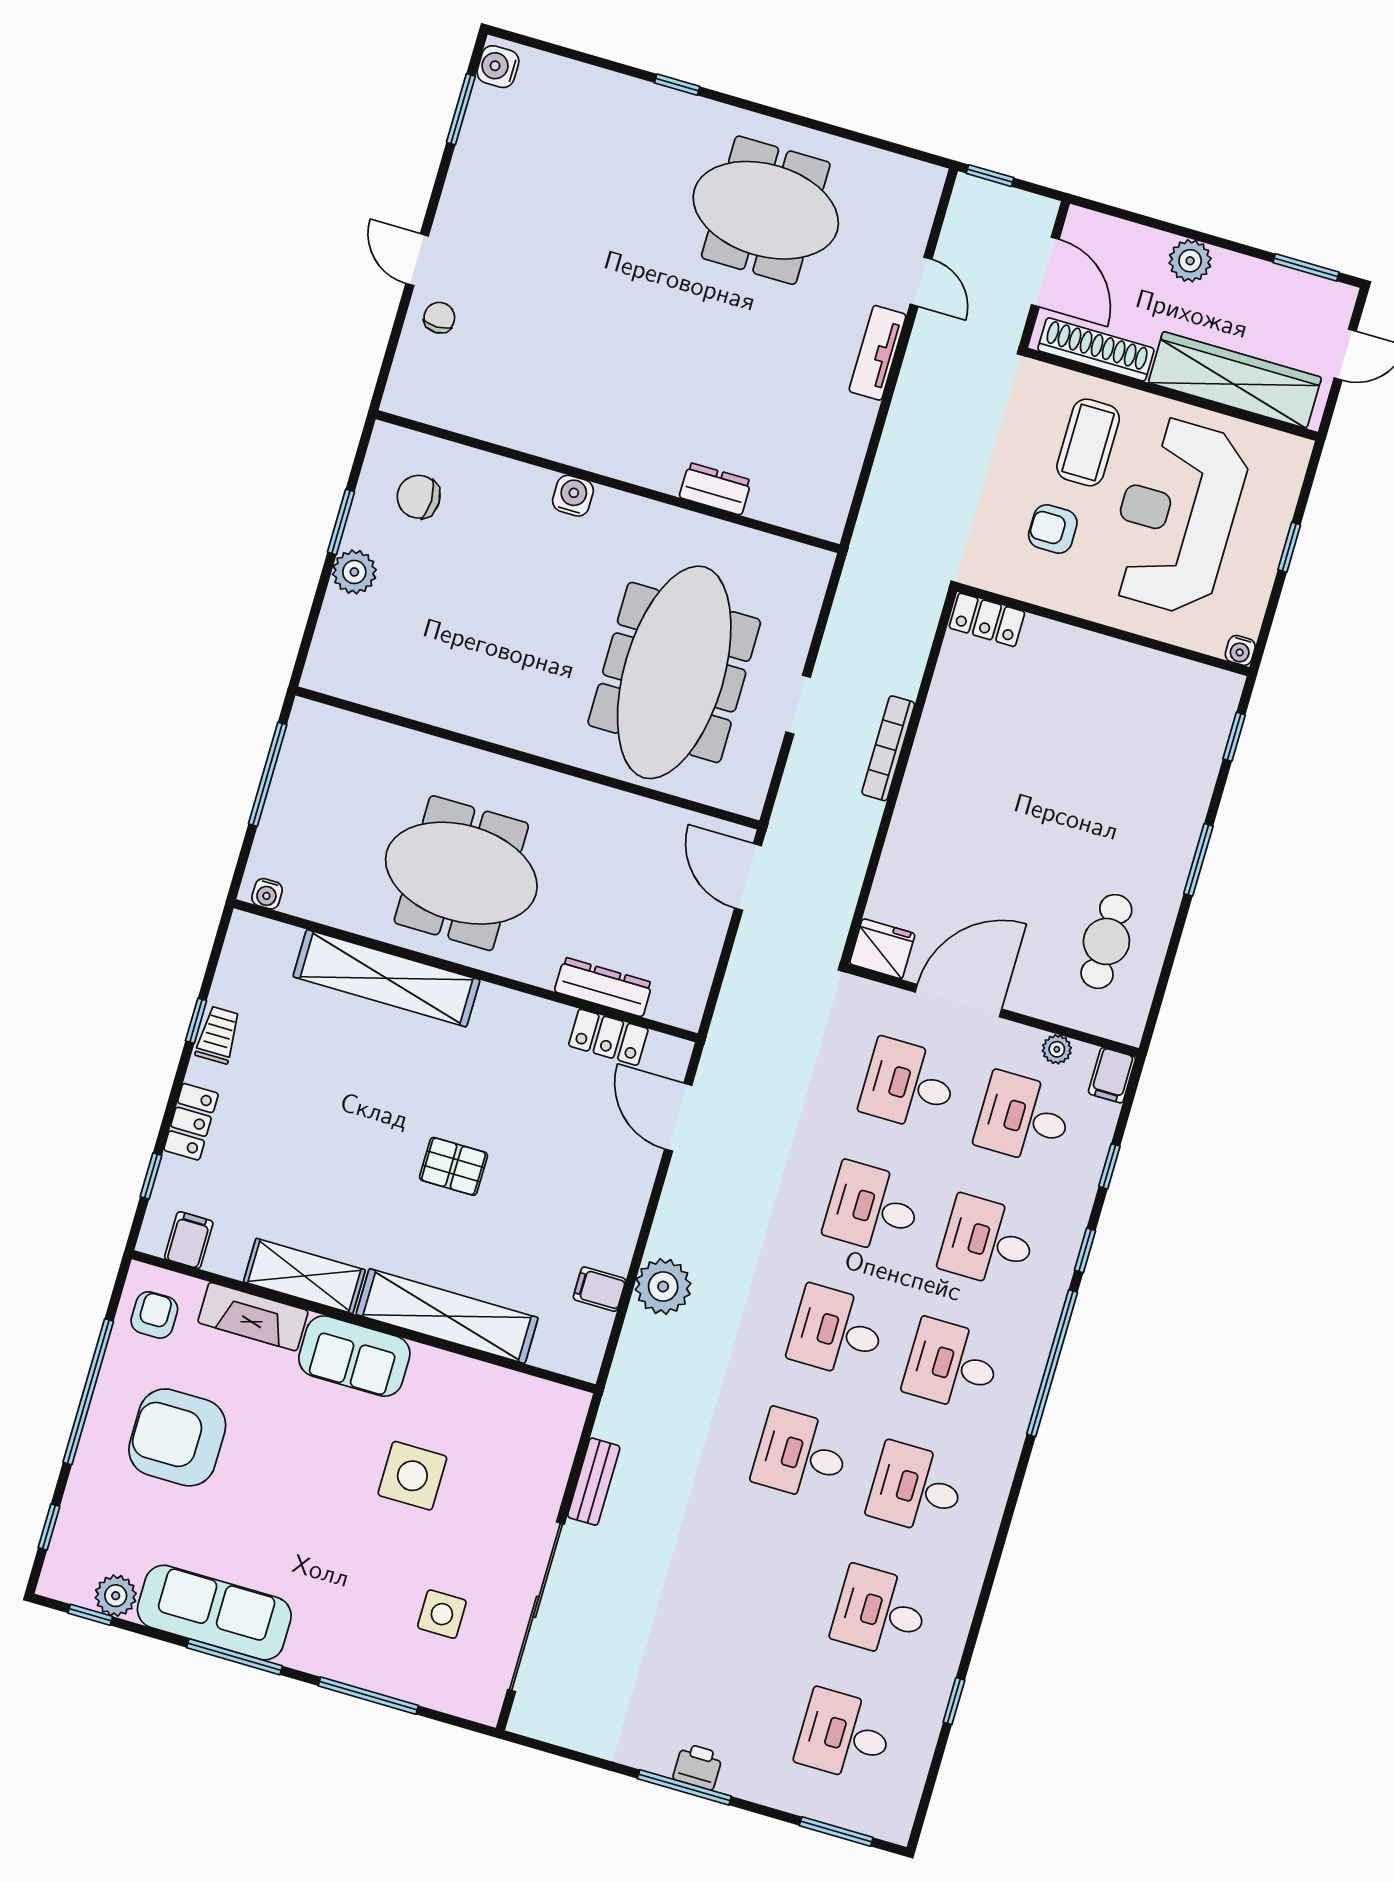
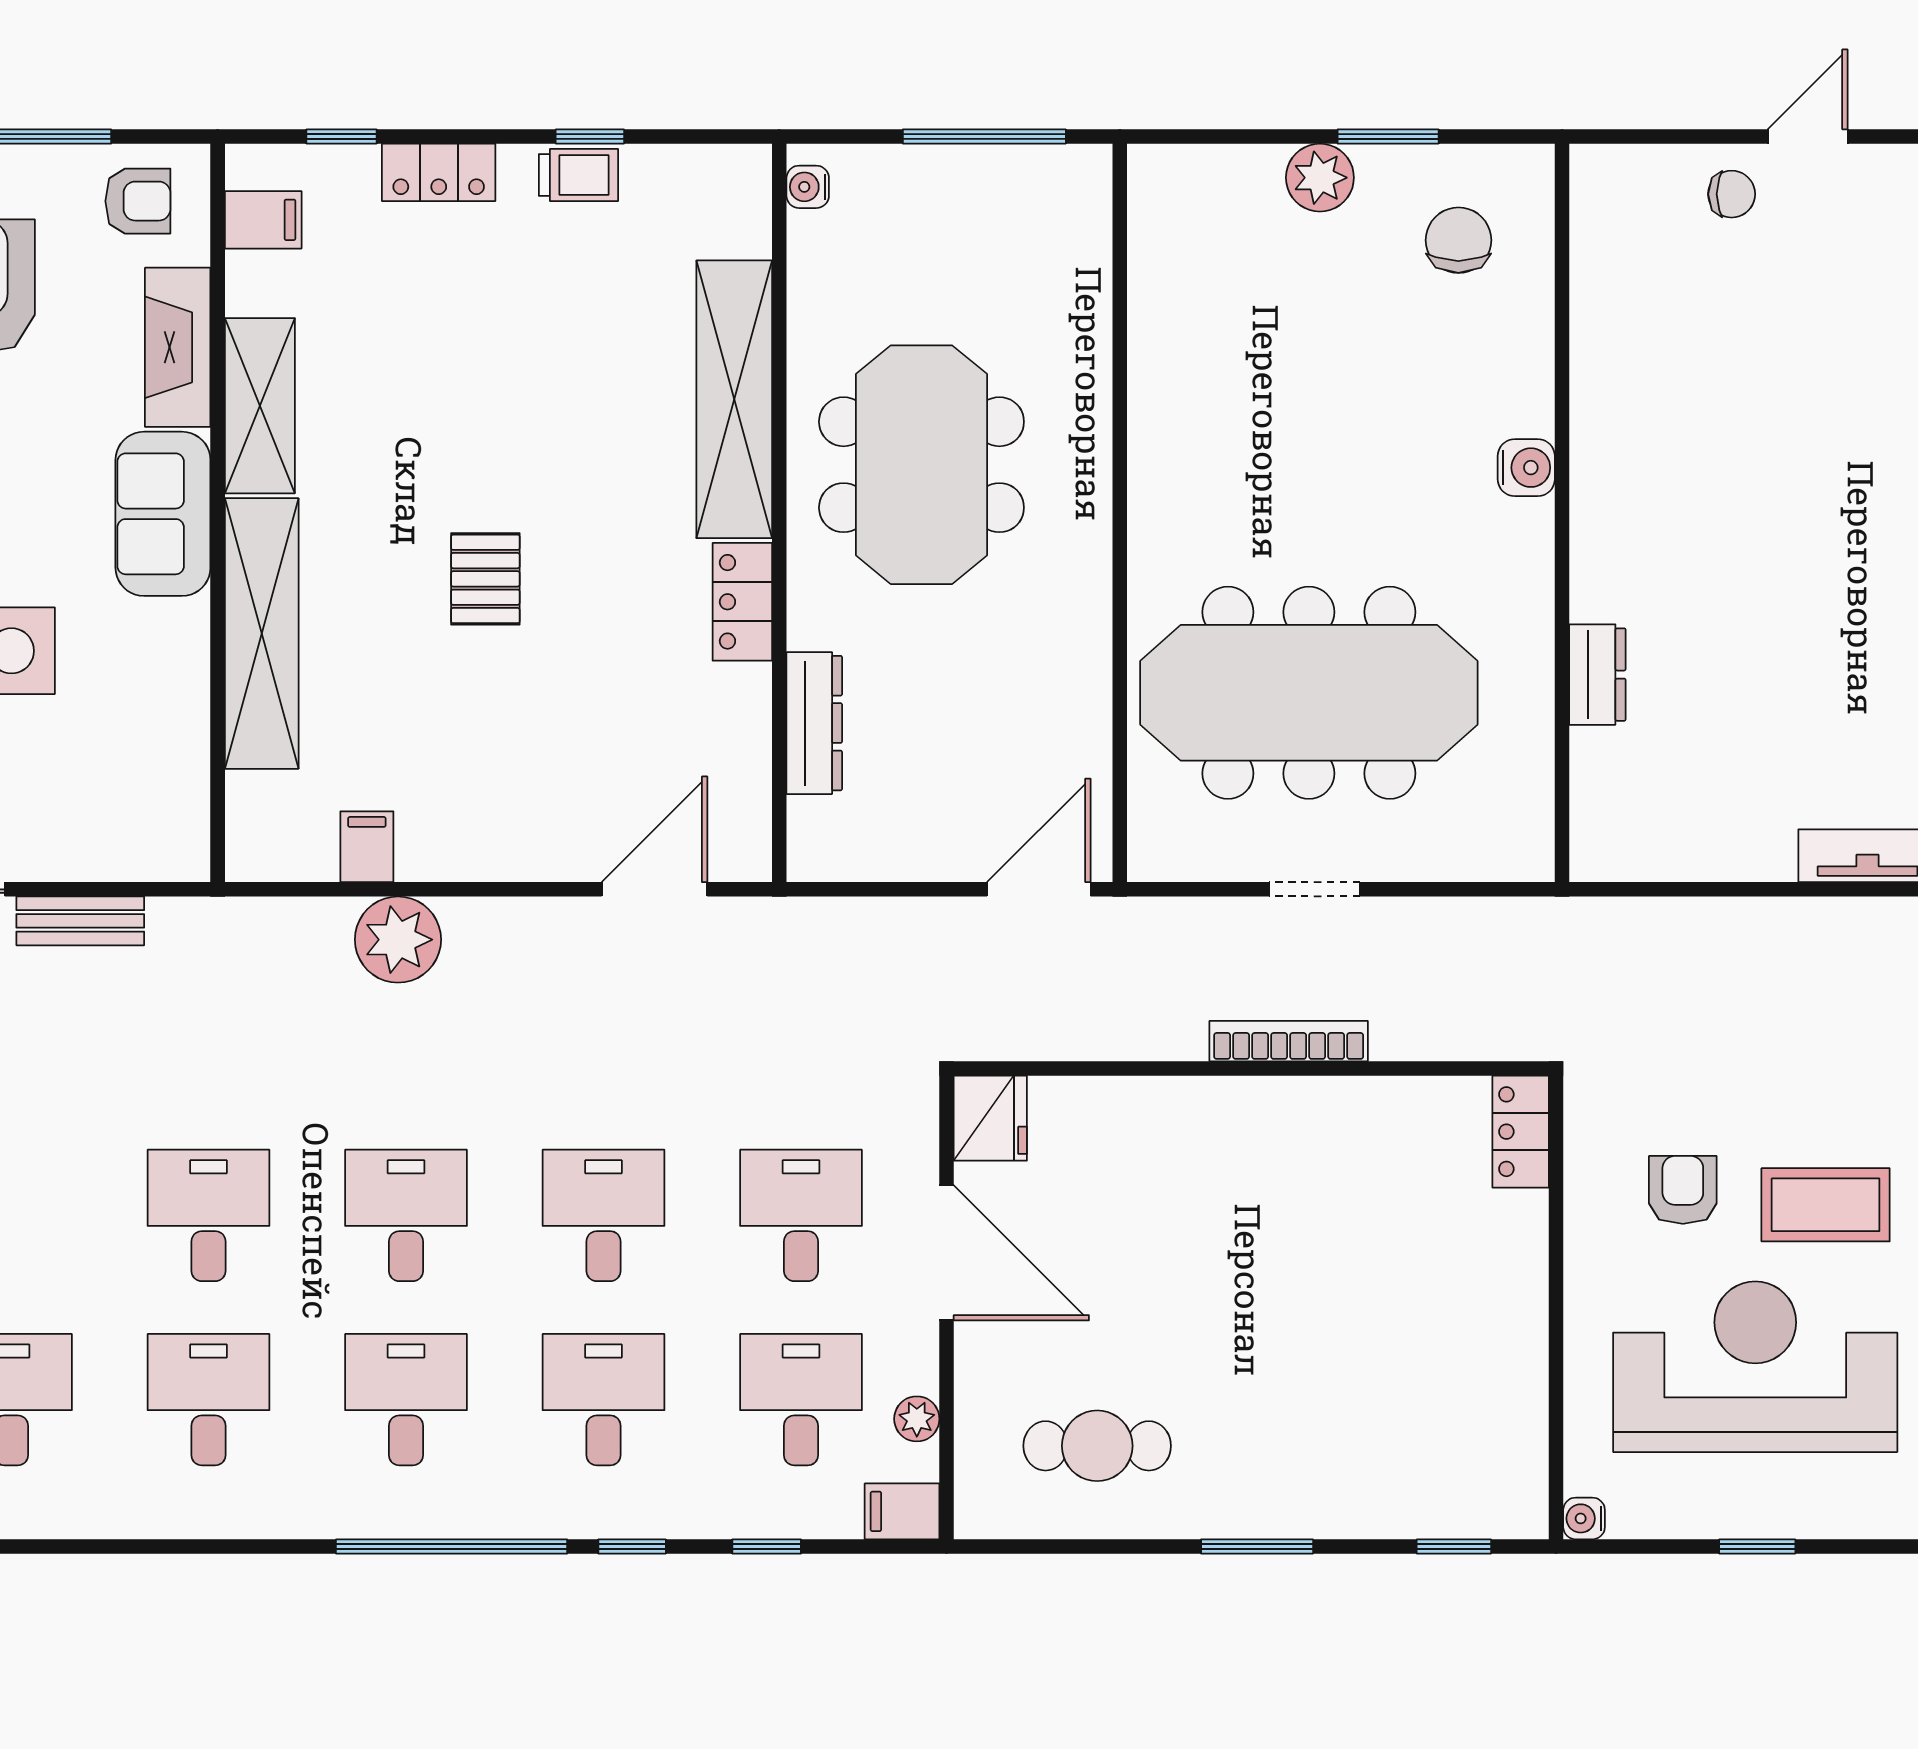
locker: (608, 1037) -> (742, 602), moved

